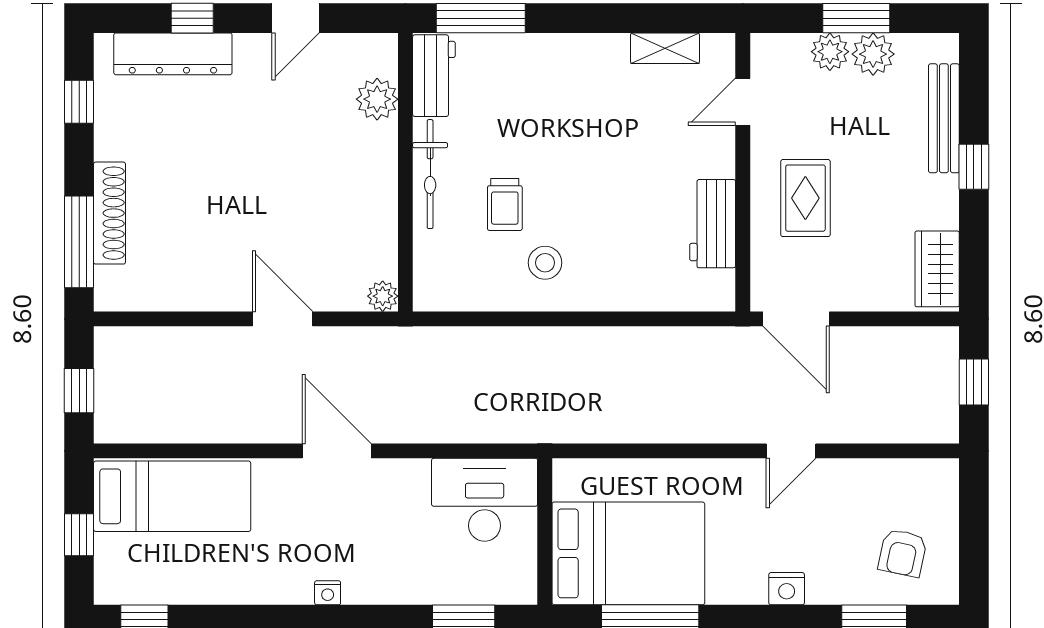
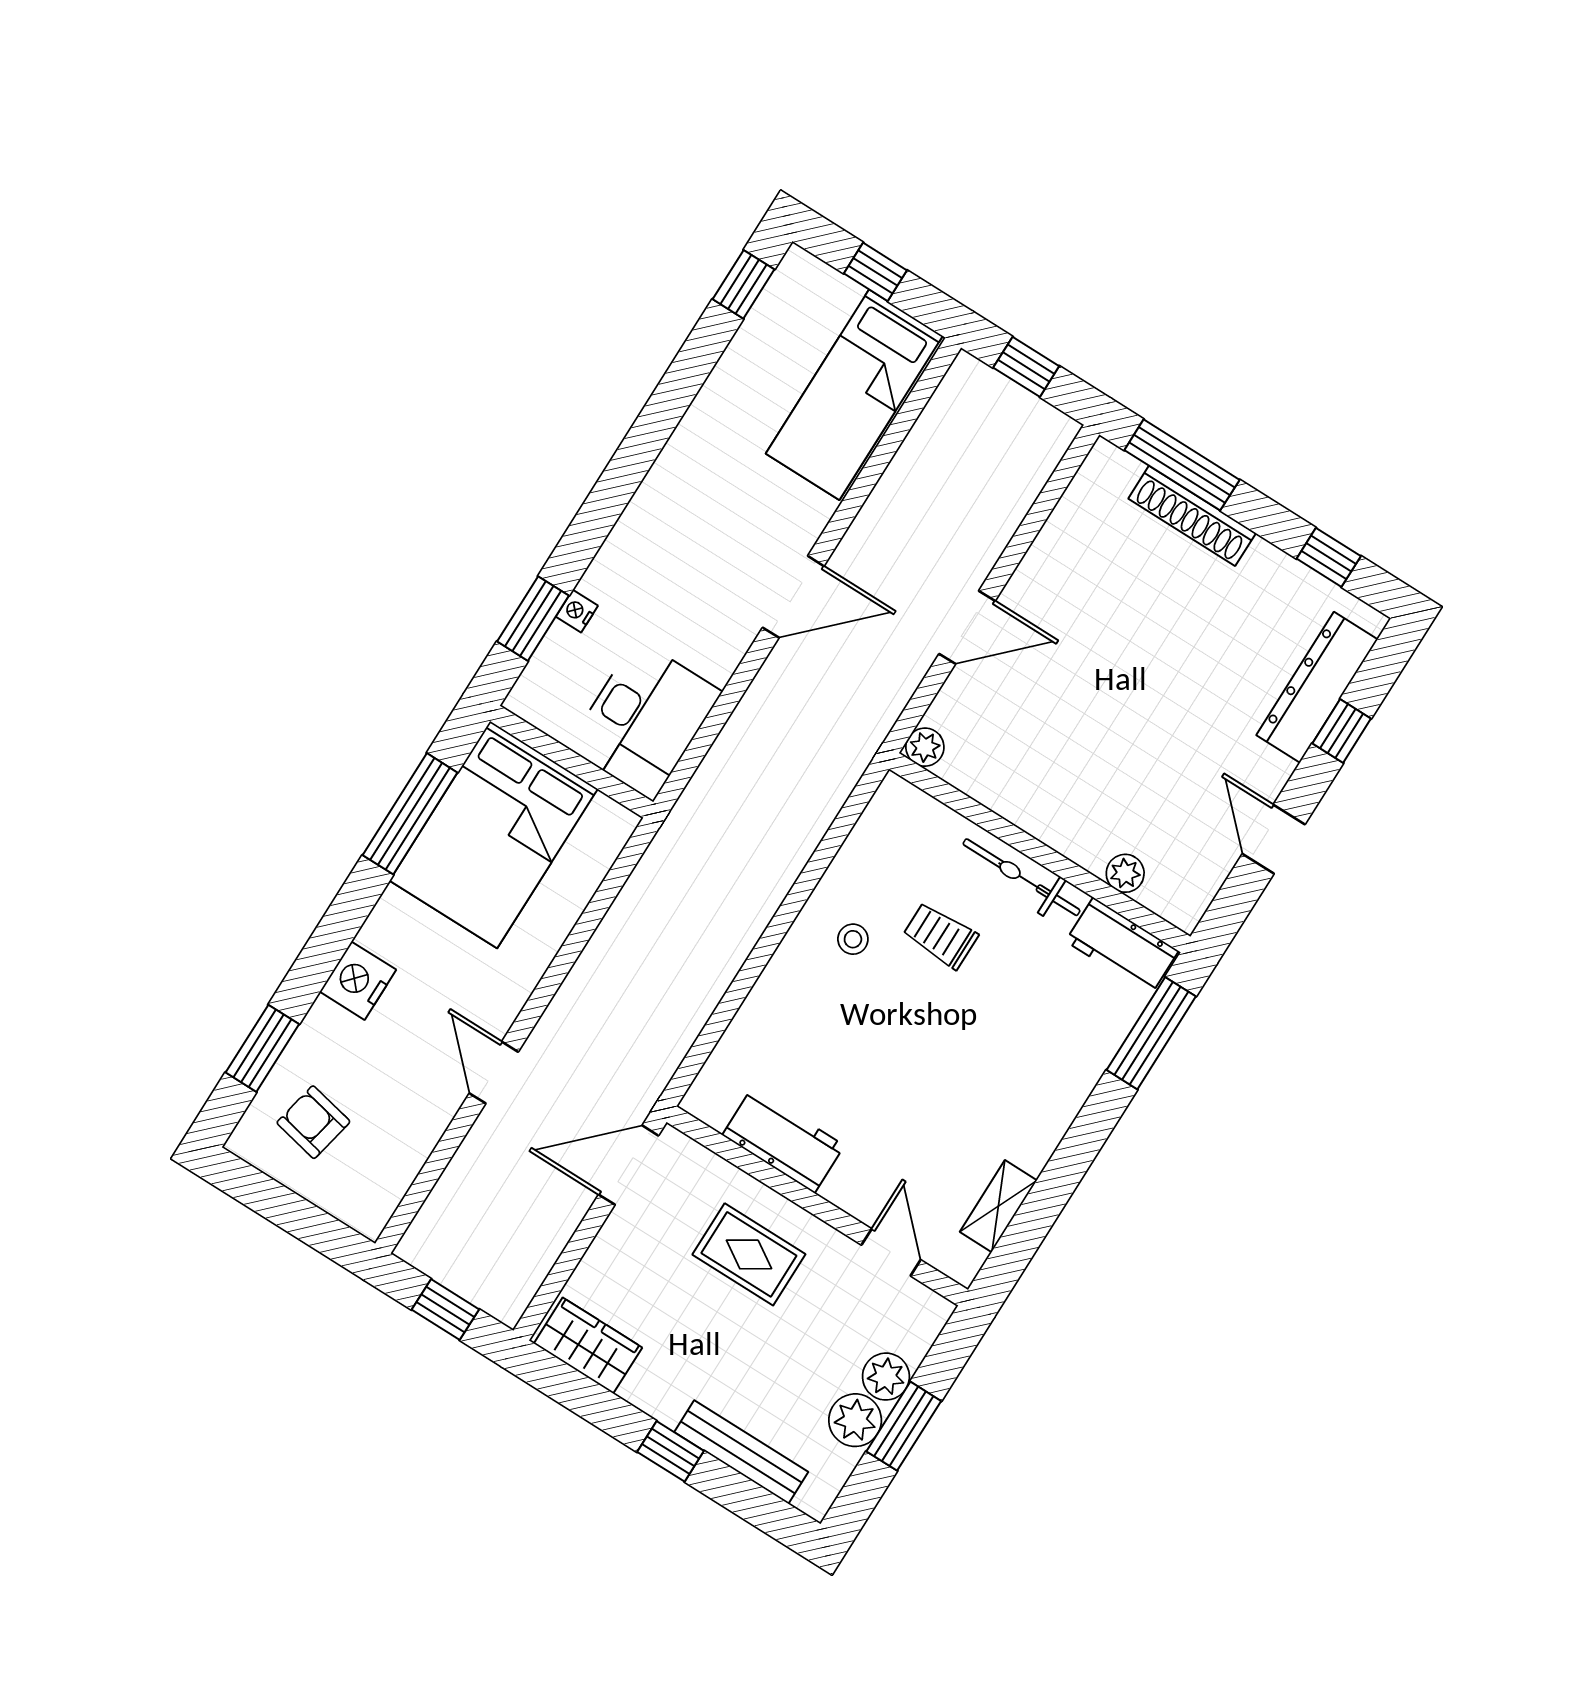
plant: (377, 99) -> (1125, 873), width x0.73, depth x0.73
stool: (545, 263) -> (853, 939), width x0.73, depth x0.73
nightstand: (787, 589) -> (358, 981), width x1.36, depth x1.33
nightstand: (328, 593) -> (577, 611), moved

